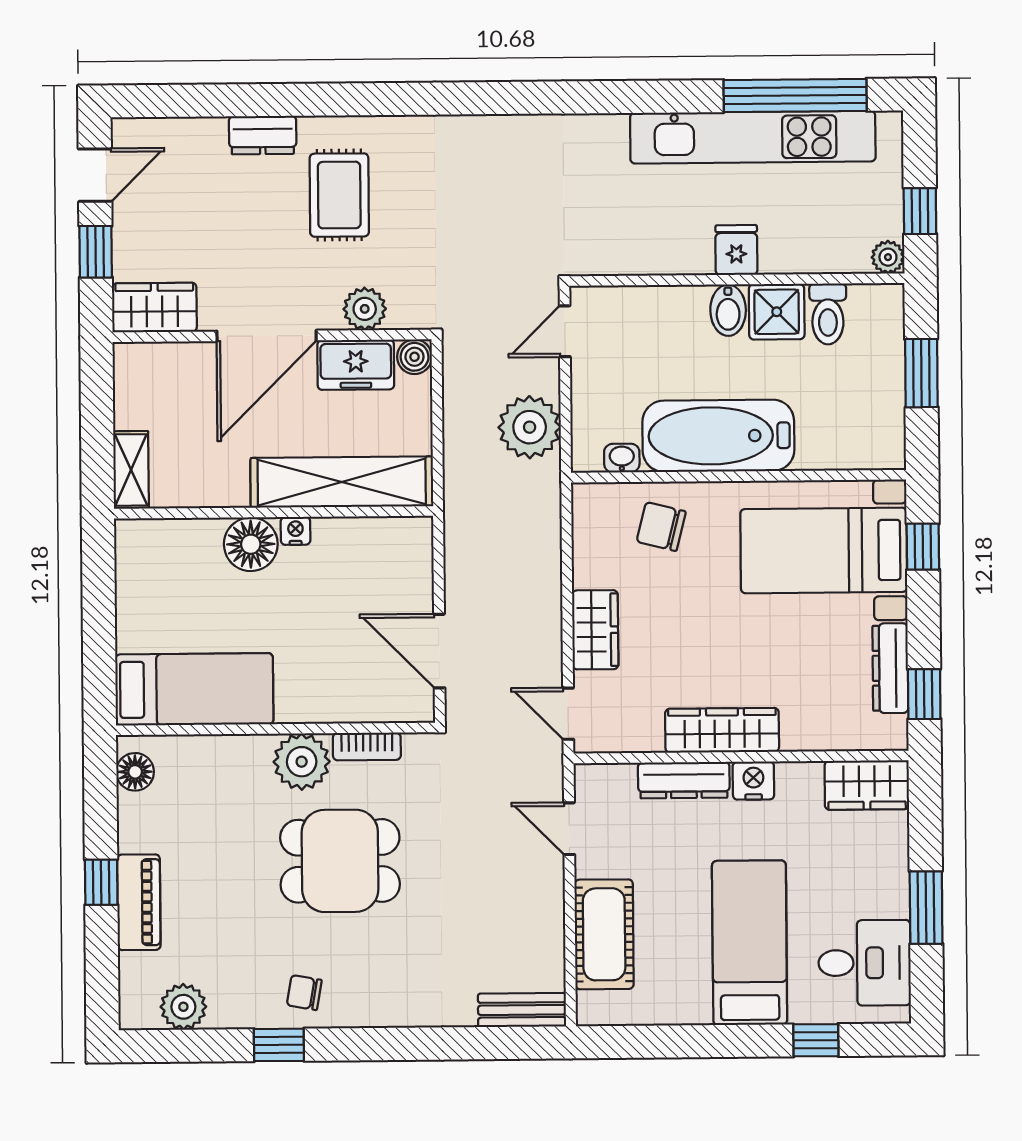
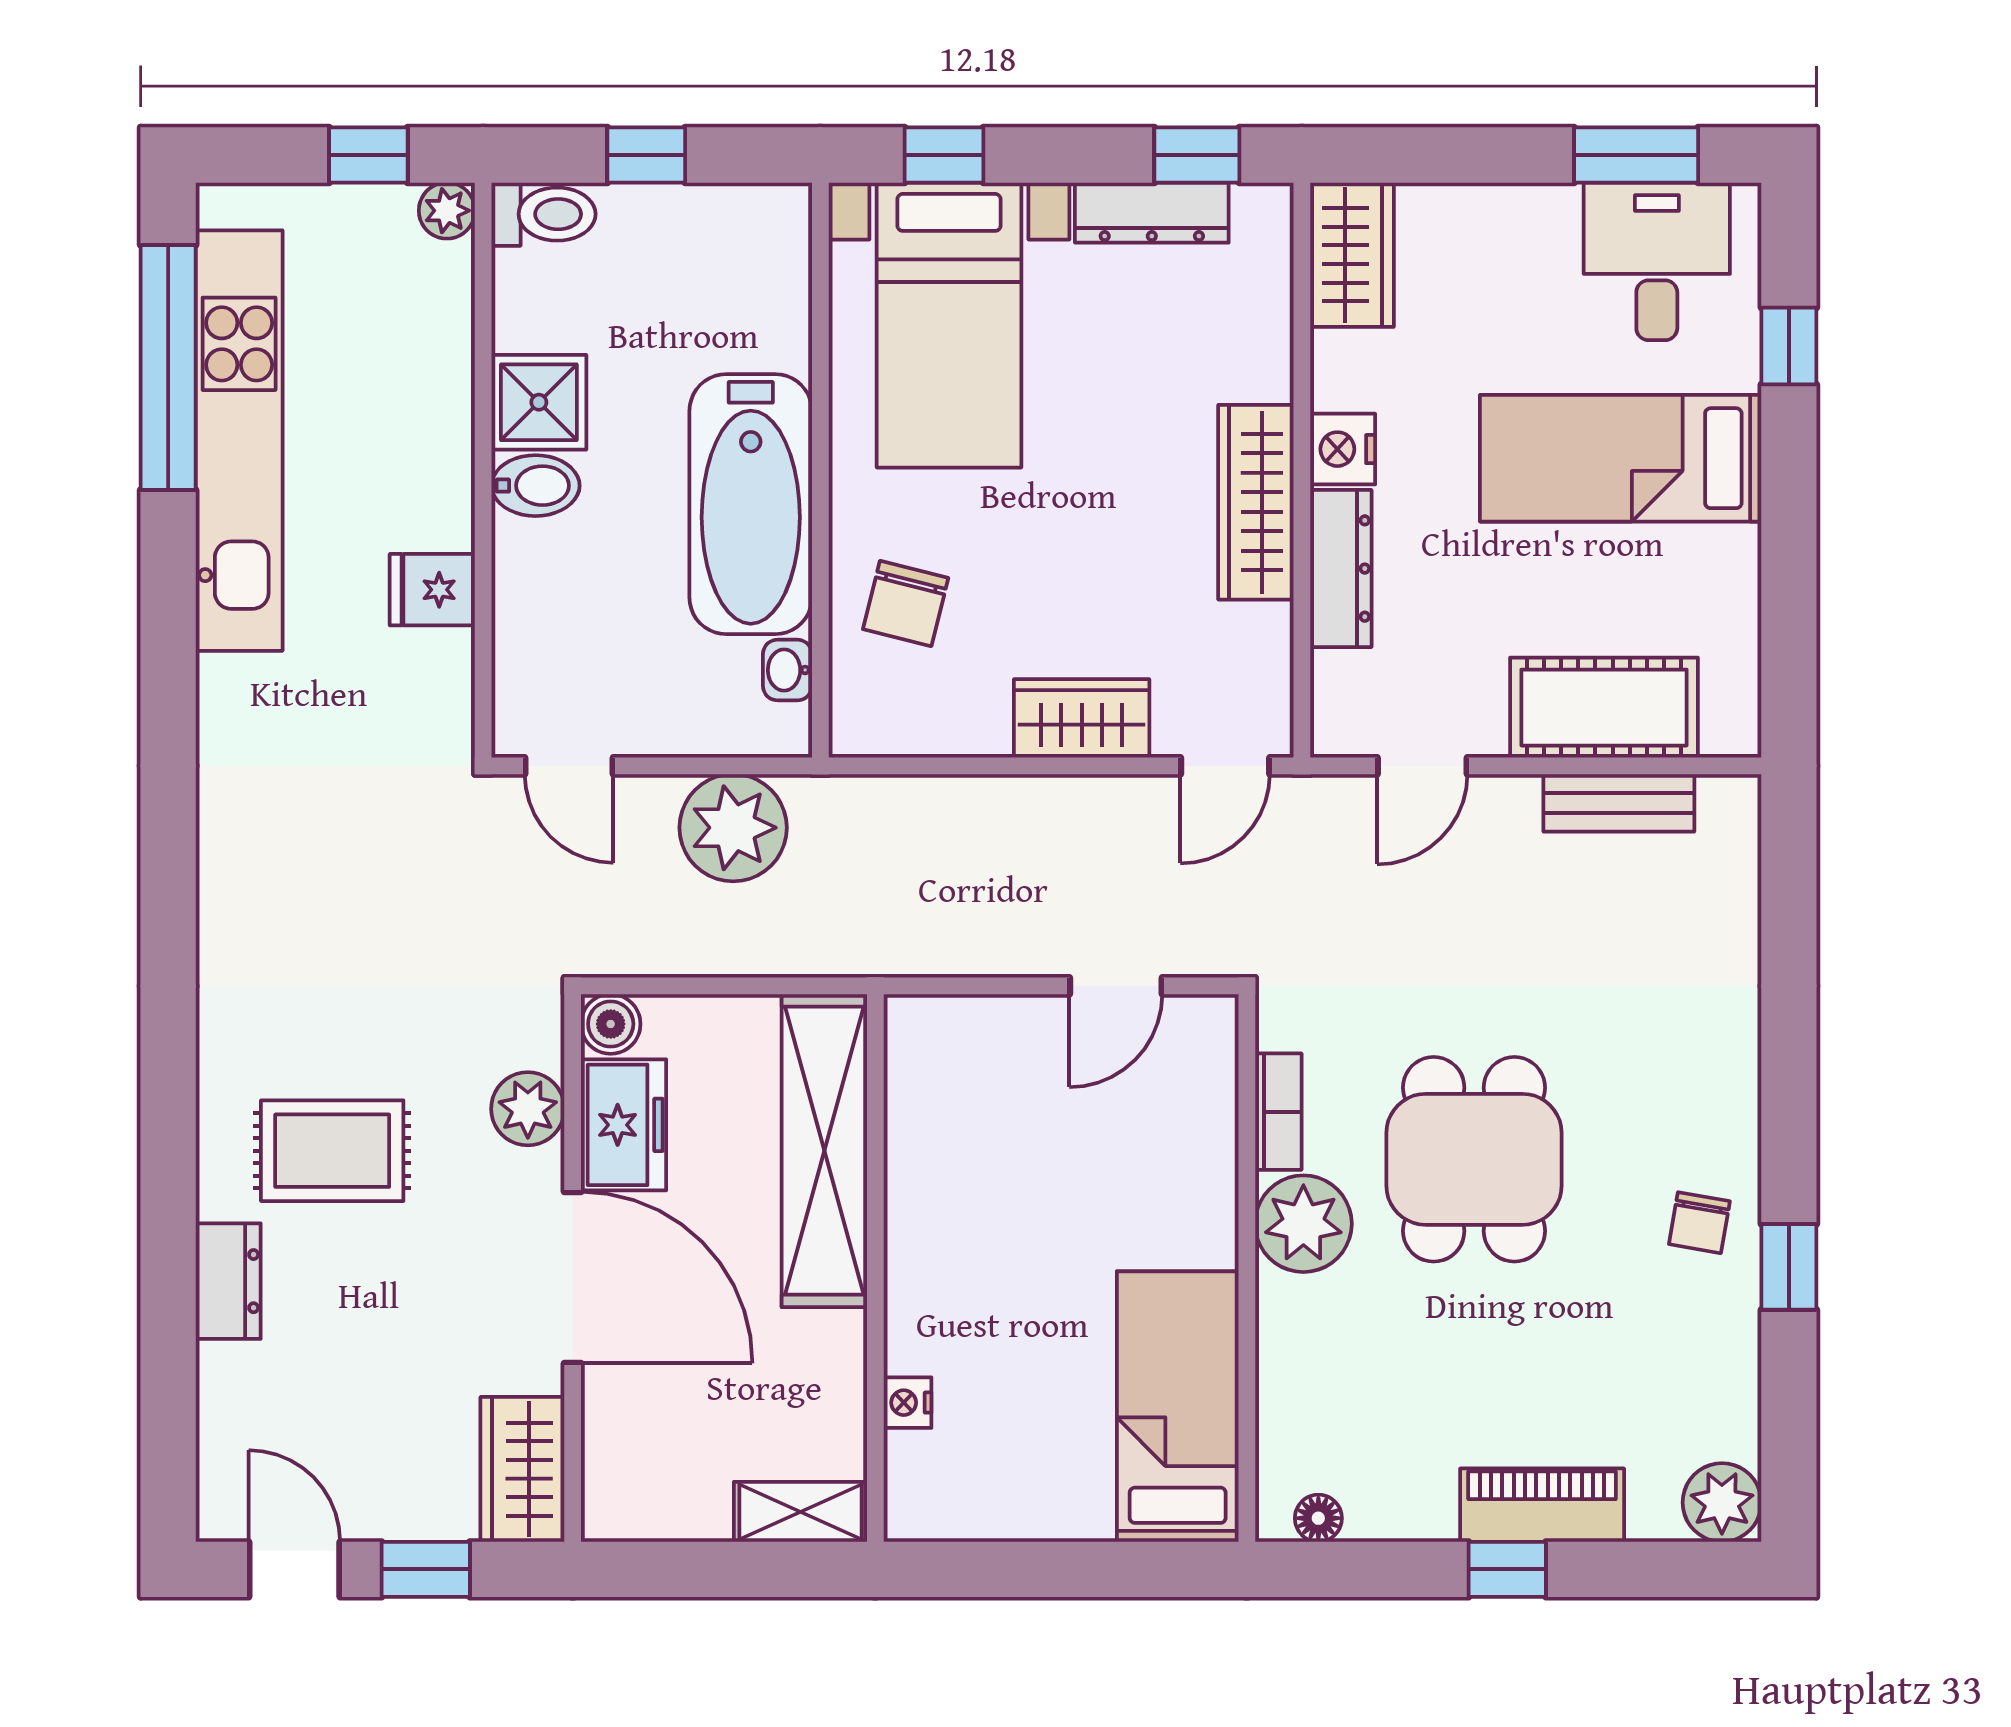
fridge: (736, 250) -> (432, 590), moved
toilet: (828, 314) -> (544, 214), moved
window: (921, 373) -> (646, 155), width x0.67
nightstand: (296, 531) -> (907, 1403), moved
floor lamp: (251, 544) -> (930, 1308), removed
door: (439, 651) -> (1116, 986), width x0.73
floor lamp: (135, 772) -> (1318, 1518), width x0.73, depth x0.73
window: (926, 908) -> (1636, 155), moved
plant: (183, 1007) -> (1722, 1502), moved
bench: (522, 1010) -> (1619, 803), moved, turned 90

